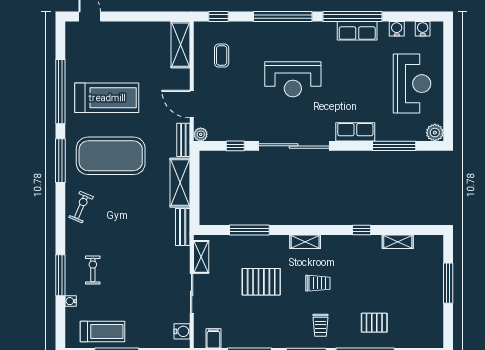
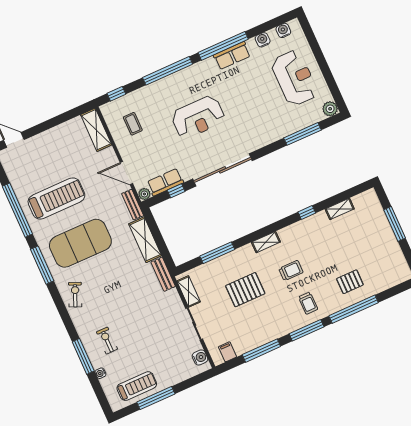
row of seats: (355, 132) -> (165, 182), moved

